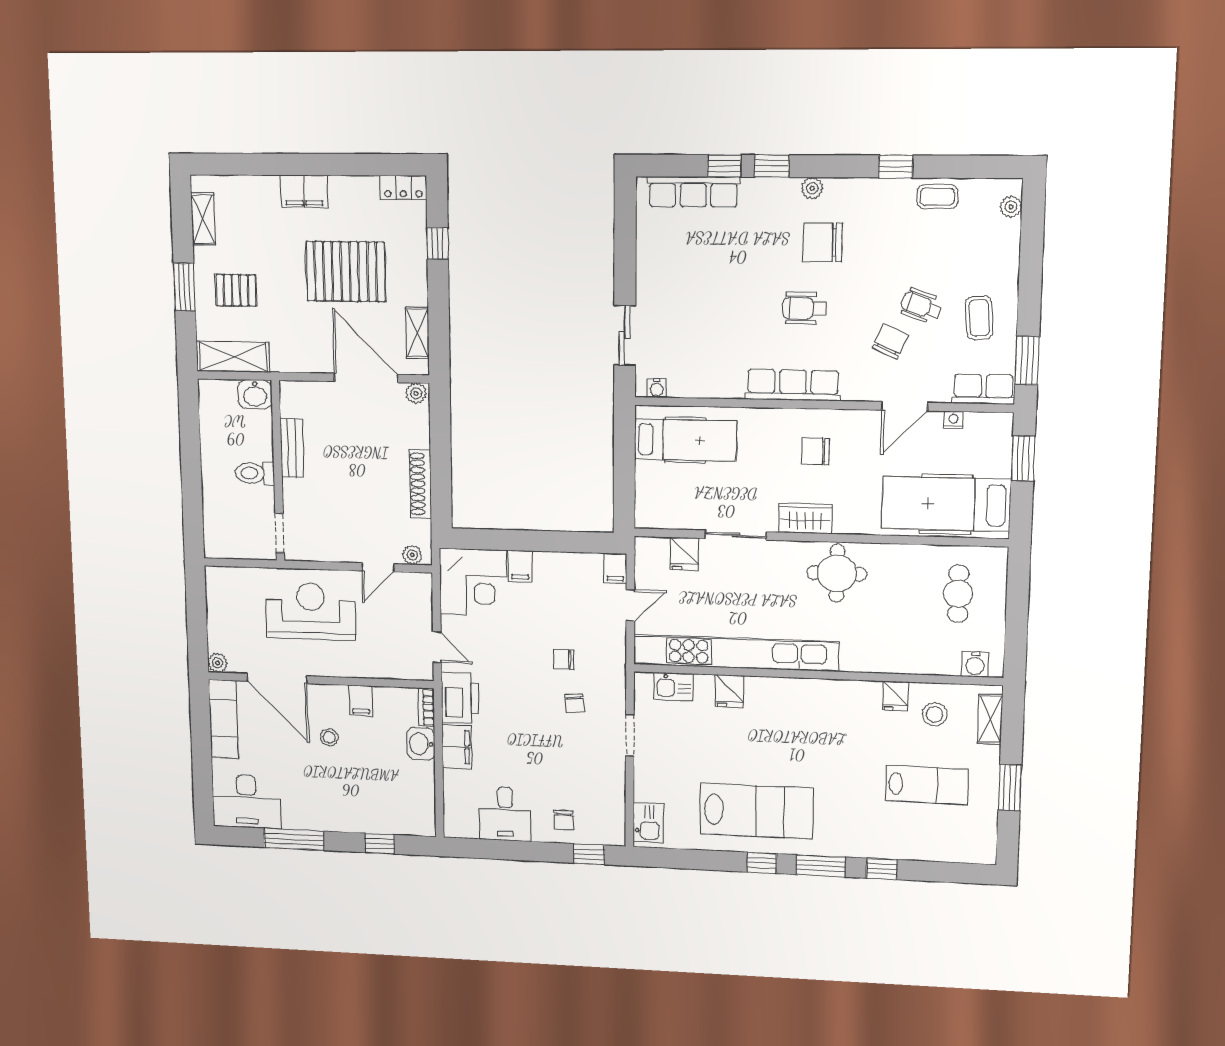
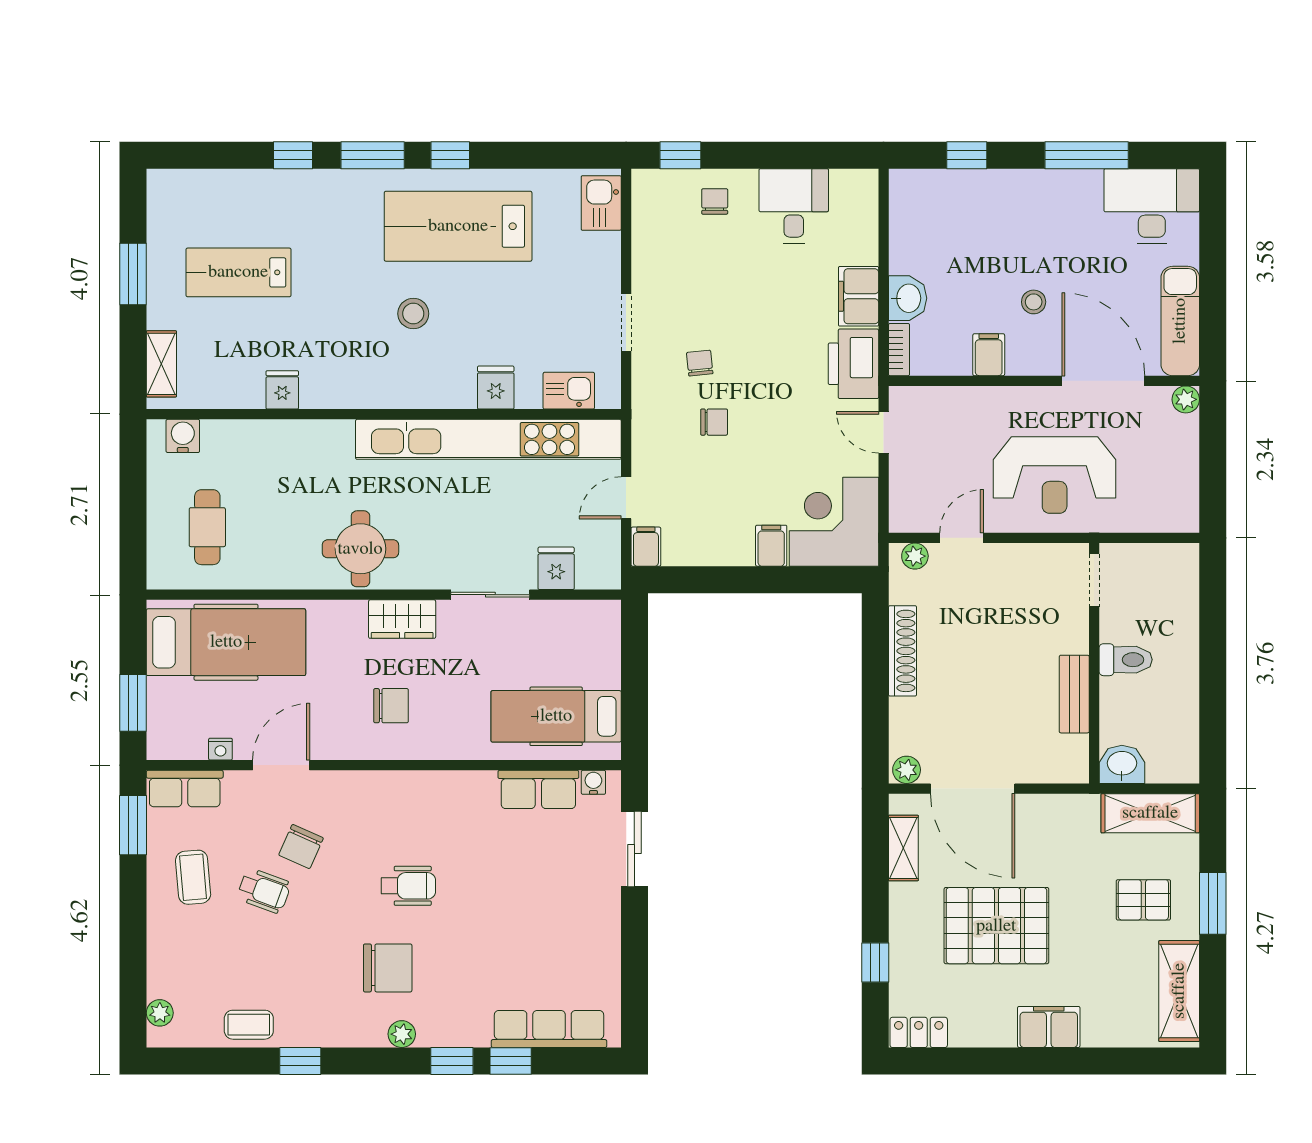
shelving: (203, 219) -> (1179, 991), width x1.50, depth x1.33
row of seats: (793, 385) -> (538, 789), moved, width x0.68
stool: (935, 714) -> (413, 314), moved

